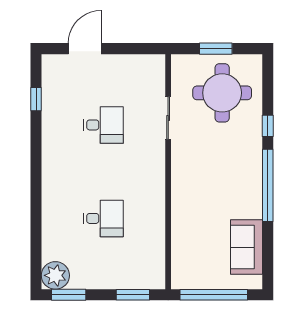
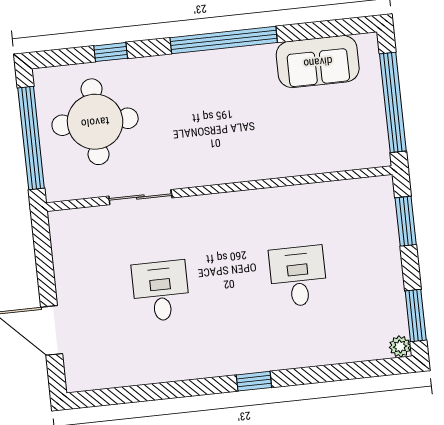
window: (216, 49) -> (31, 138), width x2.11
window: (36, 99) -> (254, 381), moved
window: (268, 126) -> (111, 52), moved
plant: (55, 275) -> (400, 347), width x0.53, depth x0.53

